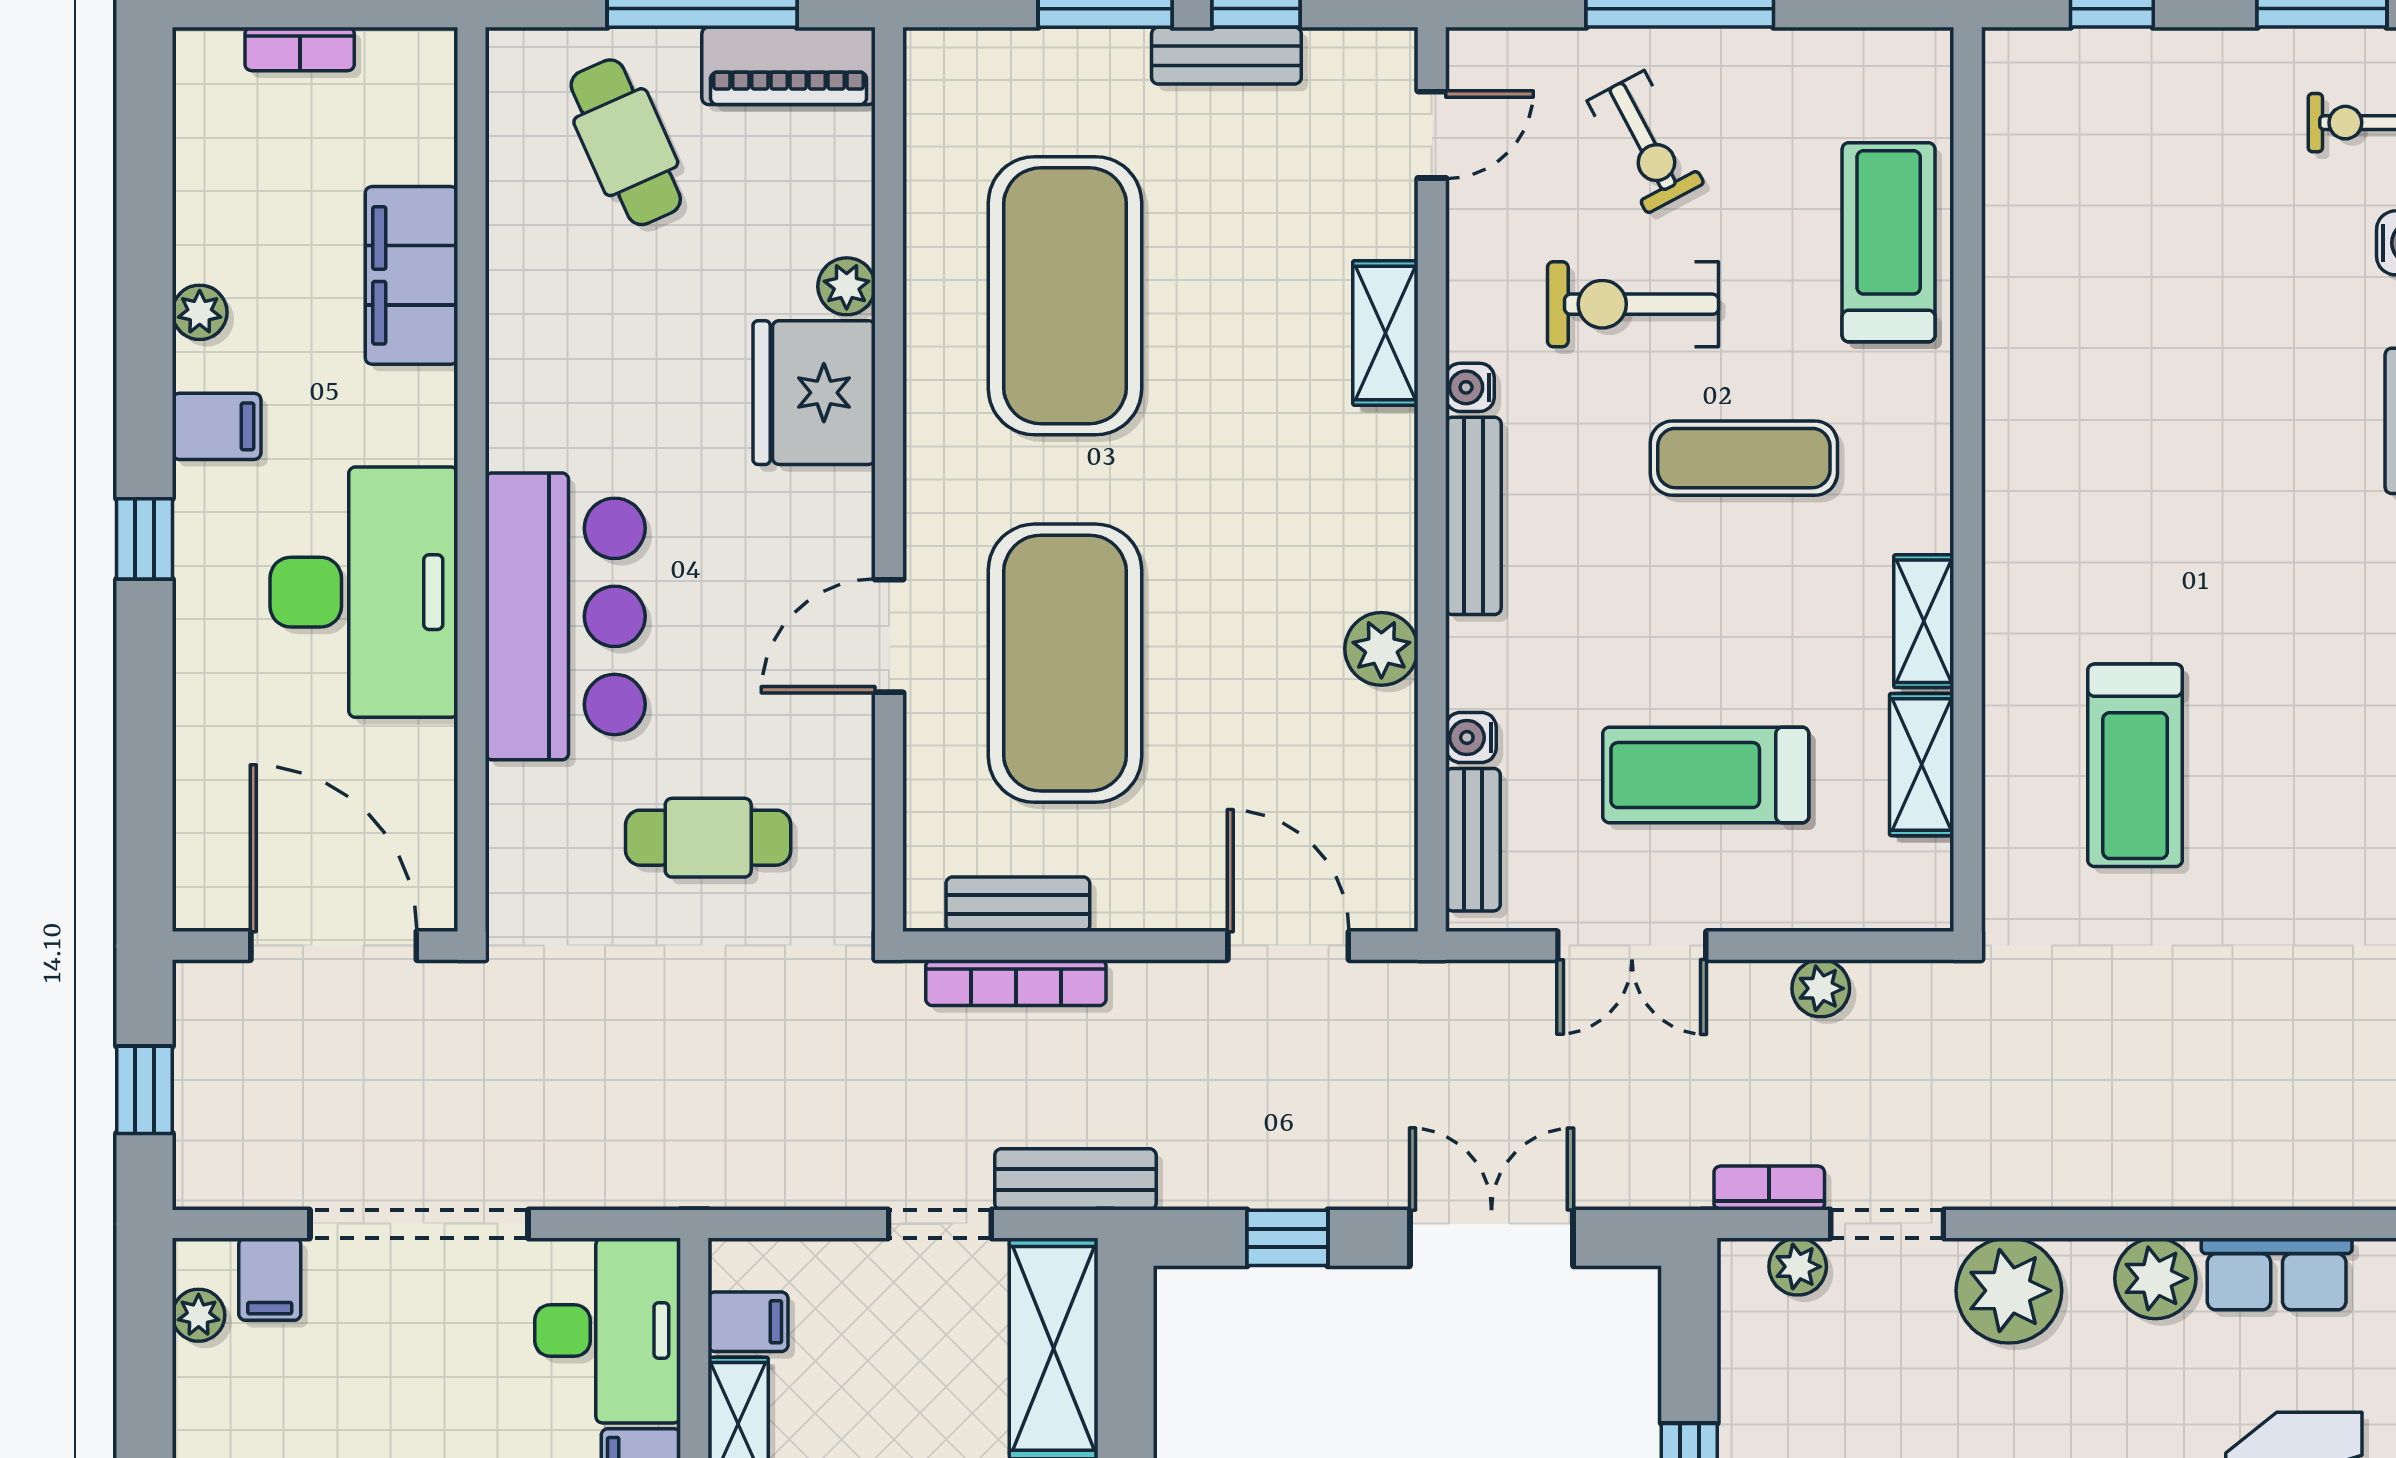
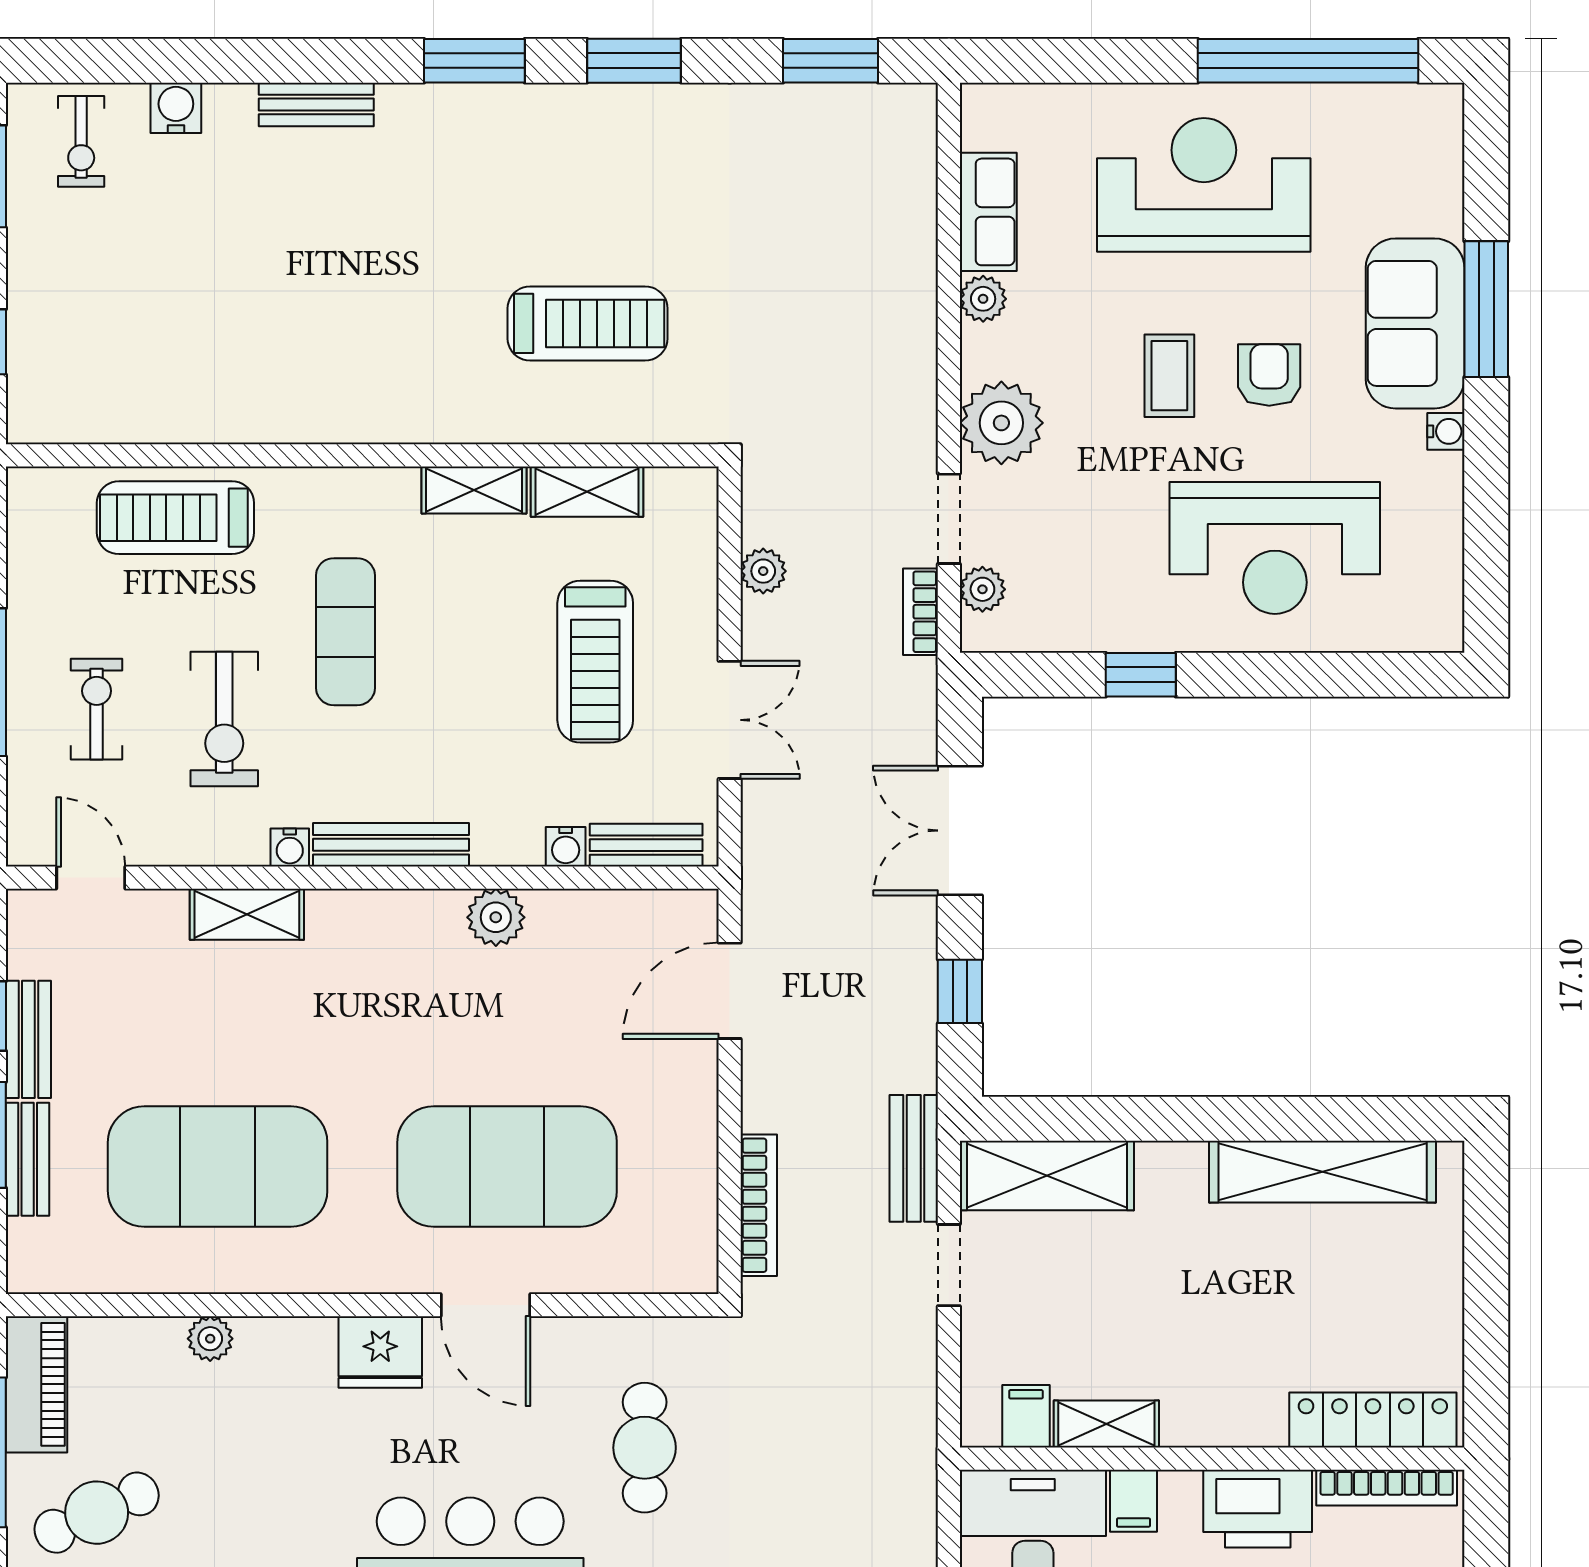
exercise bike: (1646, 142) -> (97, 709), turned -62
fridge: (814, 393) -> (380, 1352), moved, width x0.73, depth x0.75
bench: (1018, 904) -> (28, 1159), moved
plant: (2155, 1278) -> (983, 299), width x0.73, depth x0.73

